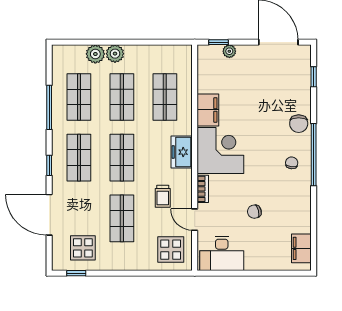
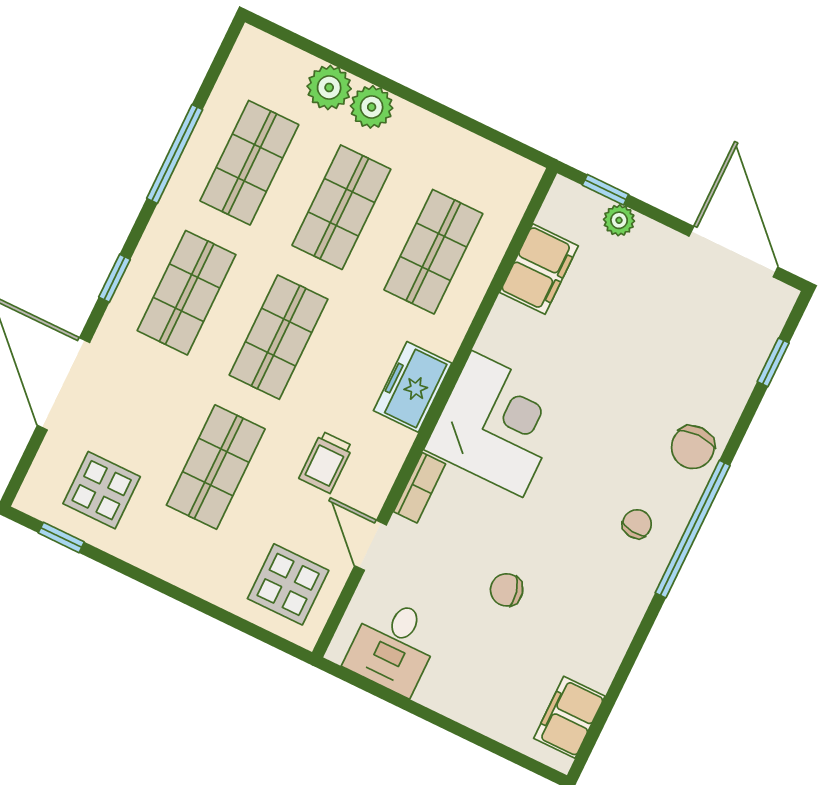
filing cabinet: (208, 110) -> (539, 269), moved
desk: (222, 253) -> (393, 646), width x0.73

